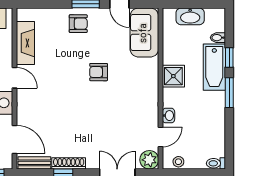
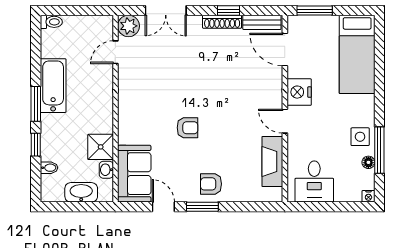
bathtub: (214, 67) -> (53, 86), moved
shower: (173, 76) -> (101, 147), moved
washbasin: (168, 116) -> (106, 170), moved
stool: (178, 162) -> (95, 24), removed

